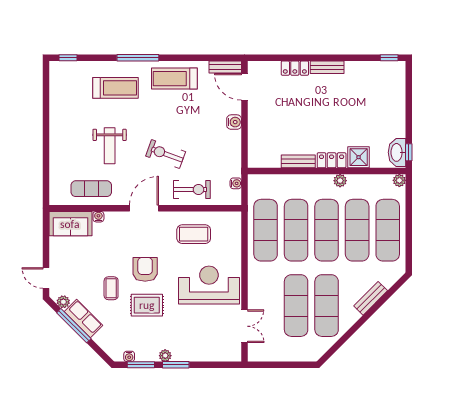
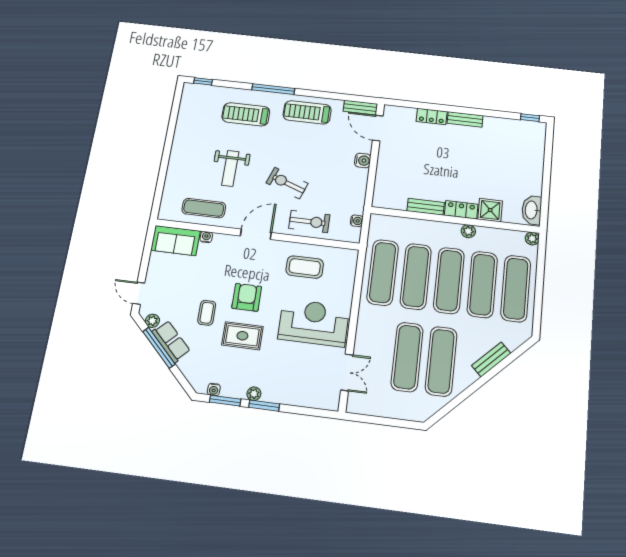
treadmill: (115, 88) -> (246, 114), turned 180
window: (409, 152) -> (544, 211), removed

